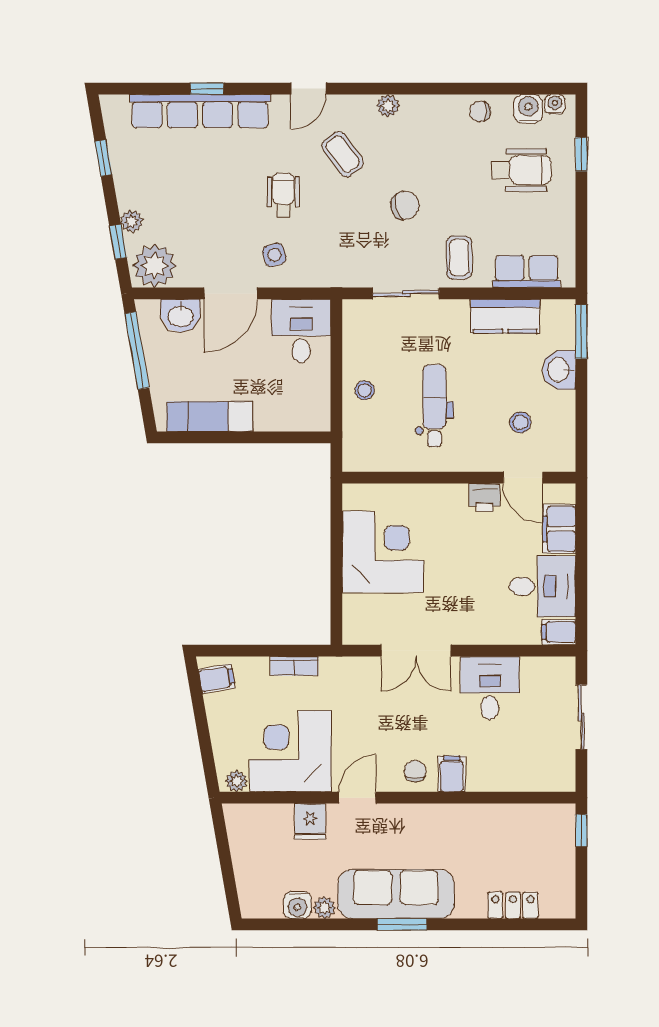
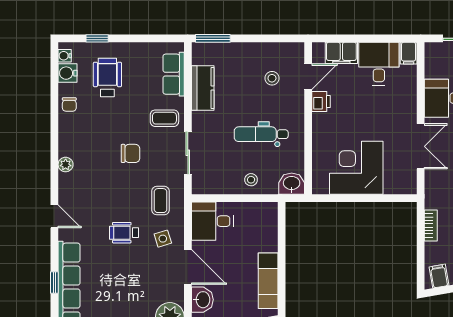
coffee table: (343, 154) -> (161, 201), moved, turned -53
chair: (405, 205) -> (130, 153), turned 104
washbasin: (559, 370) -> (292, 184), moved, turned 180

